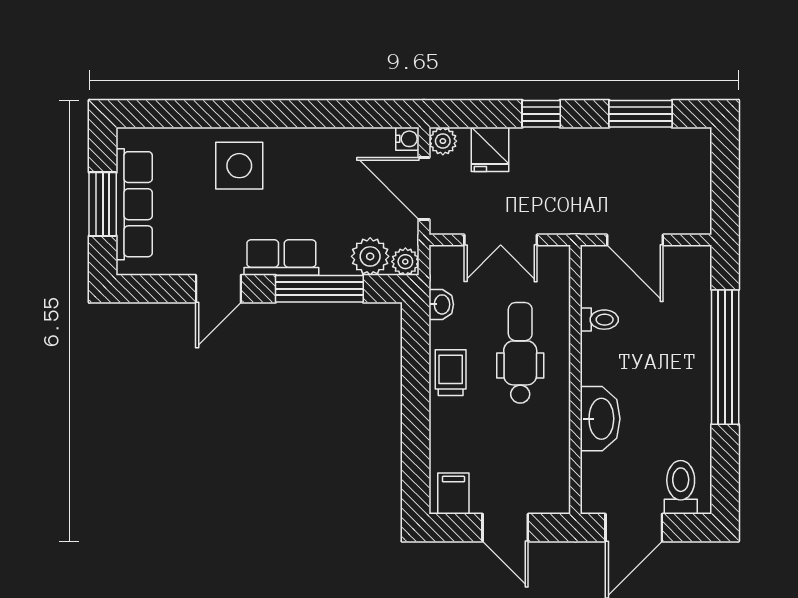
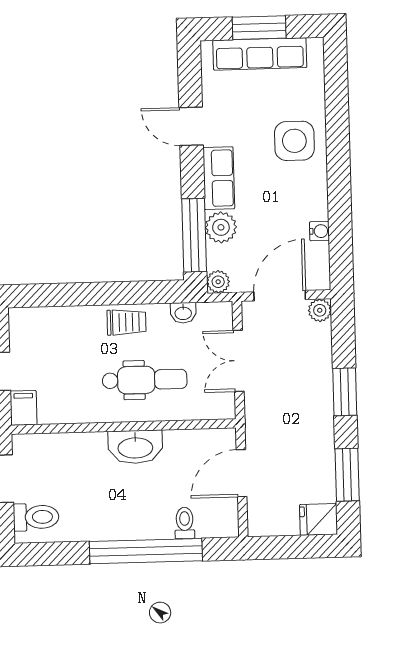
window: (541, 114) -> (345, 392), width x1.50
water cooler: (407, 139) -> (319, 231), moved, turned -90
fridge: (490, 149) -> (319, 519), moved
plant: (370, 256) -> (221, 227), moved
window: (319, 289) -> (194, 235), moved
toilet: (599, 320) -> (185, 523), moved, turned 180
washbasin: (600, 419) -> (135, 447), moved
filing cabinet: (453, 493) -> (24, 408), moved, turned -90

